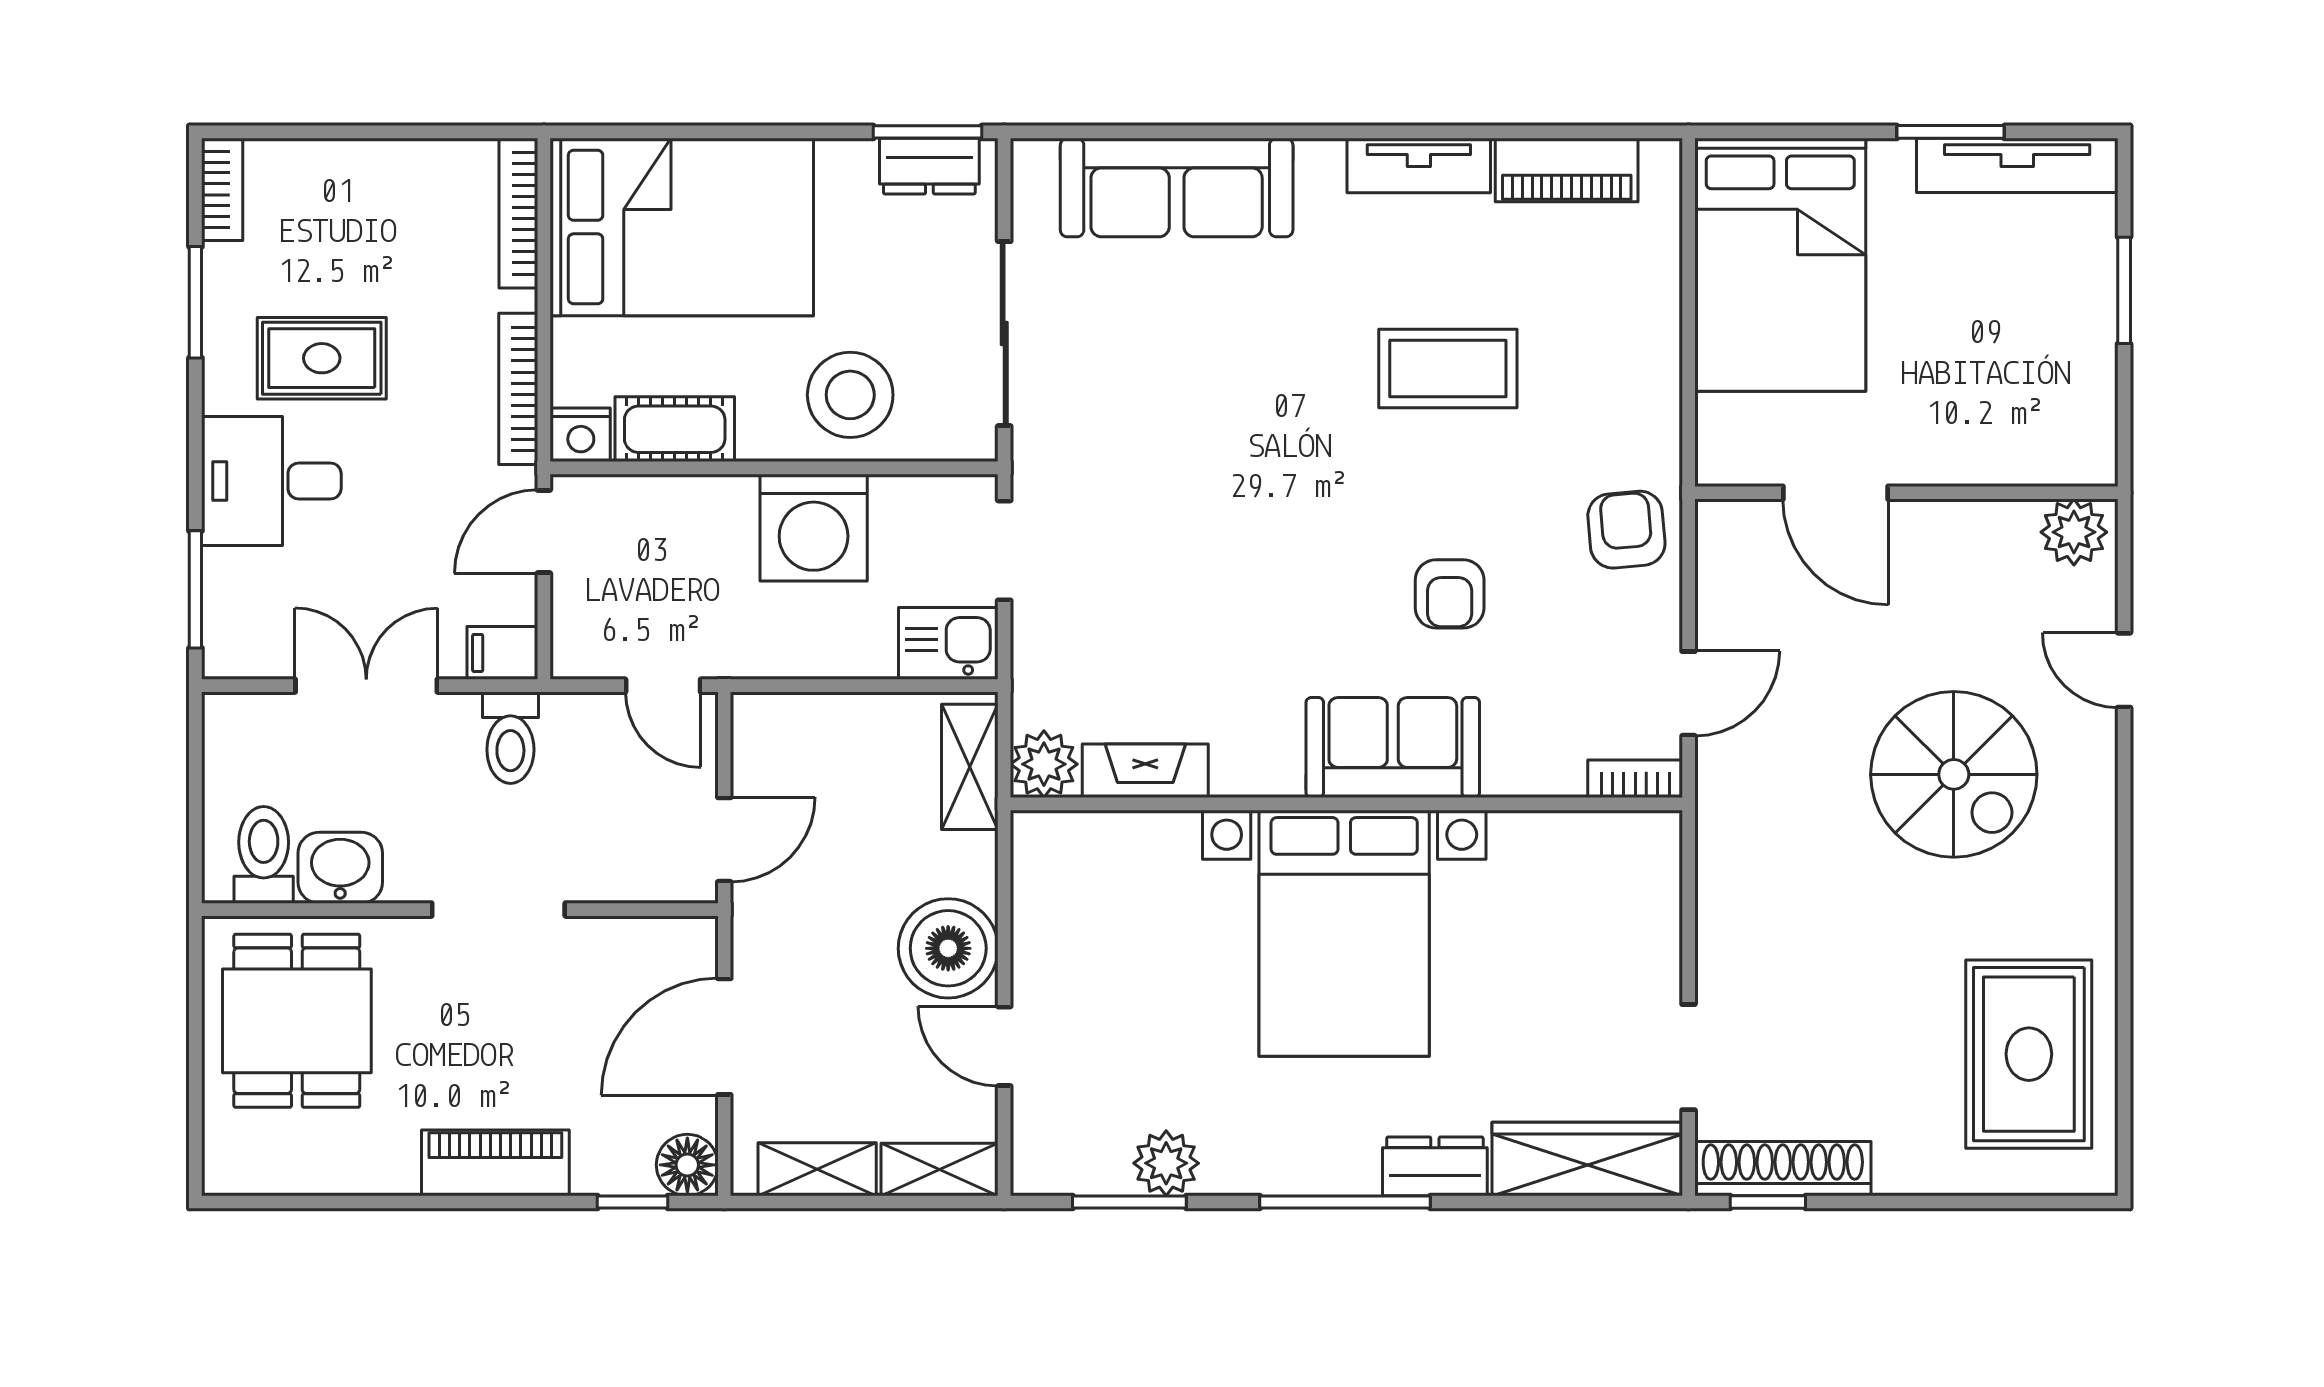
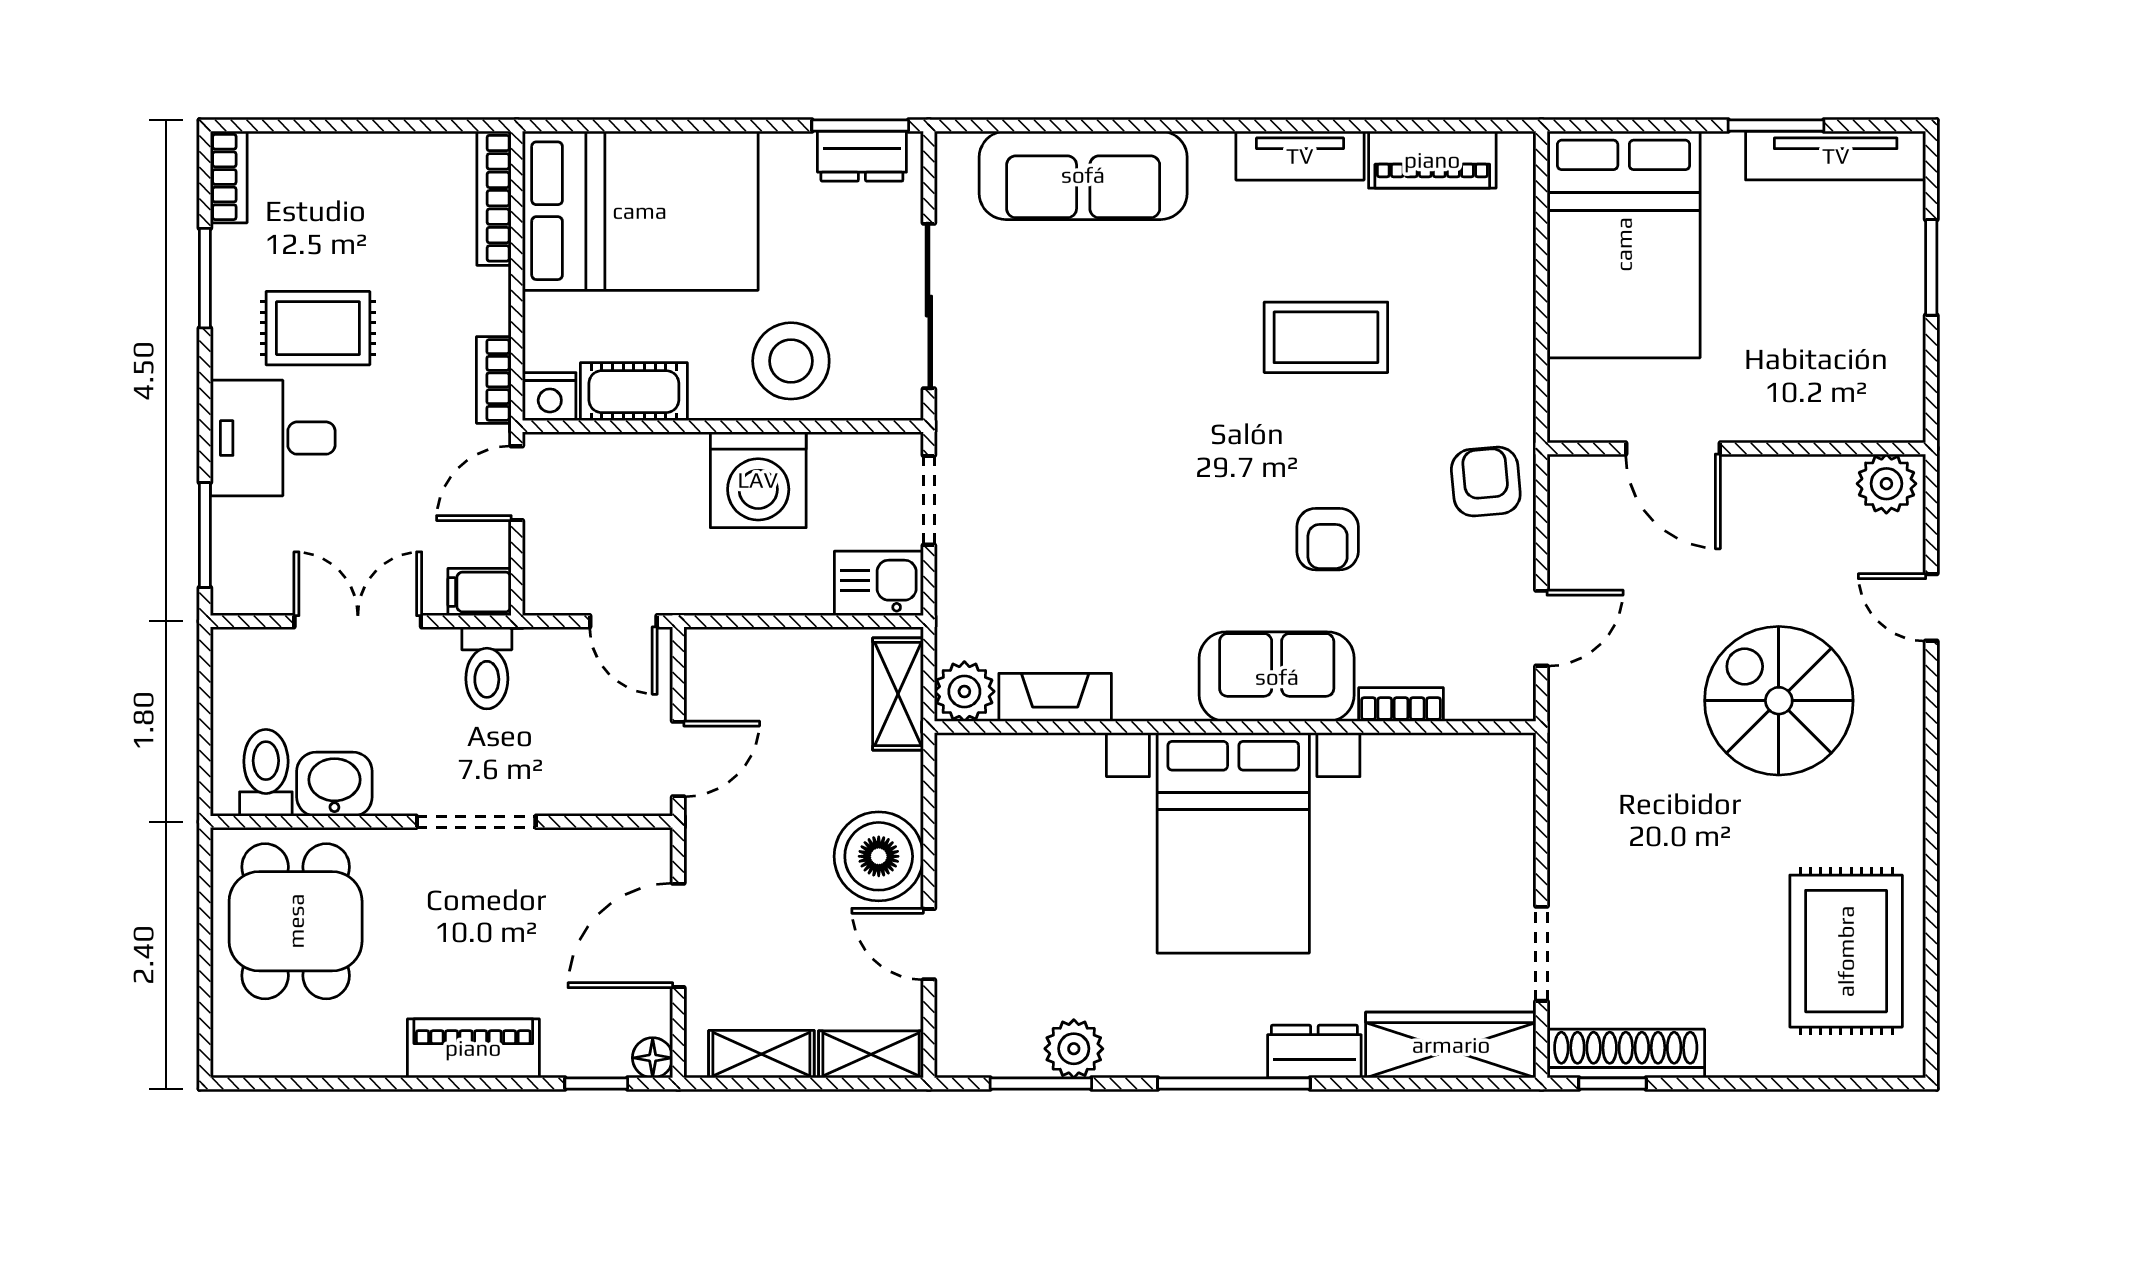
bookcase: (518, 389) -> (494, 380), width x0.64
spiral stairs: (1954, 774) -> (1779, 701), turned 180
bookcase: (1635, 779) -> (1401, 705), moved
floor lamp: (687, 1165) -> (653, 1058), width x0.73, depth x0.73

